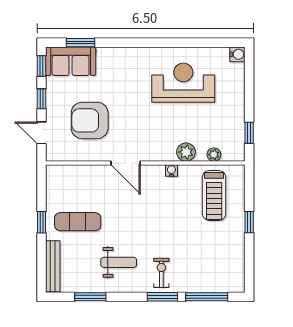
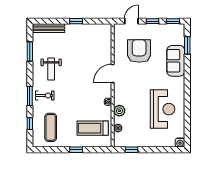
sofa: (71, 61) -> (176, 61), moved
exercise mat: (78, 222) -> (51, 127), moved
window: (207, 297) -> (30, 124), width x0.46

